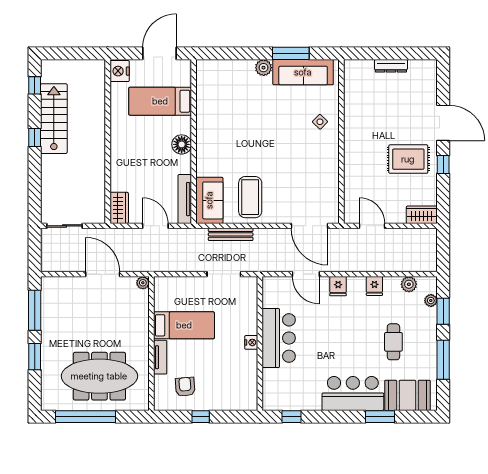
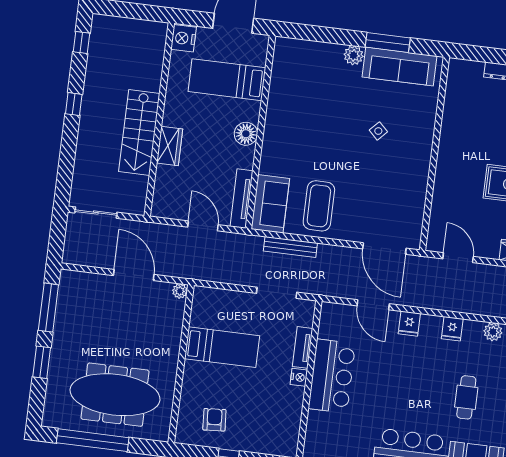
stairs: (54, 119) -> (139, 133), moved, turned 180
side table: (320, 122) -> (378, 131), moved
wardrobe: (119, 208) -> (170, 146), moved
tv unit: (160, 357) -> (302, 347), moved, turned 180

